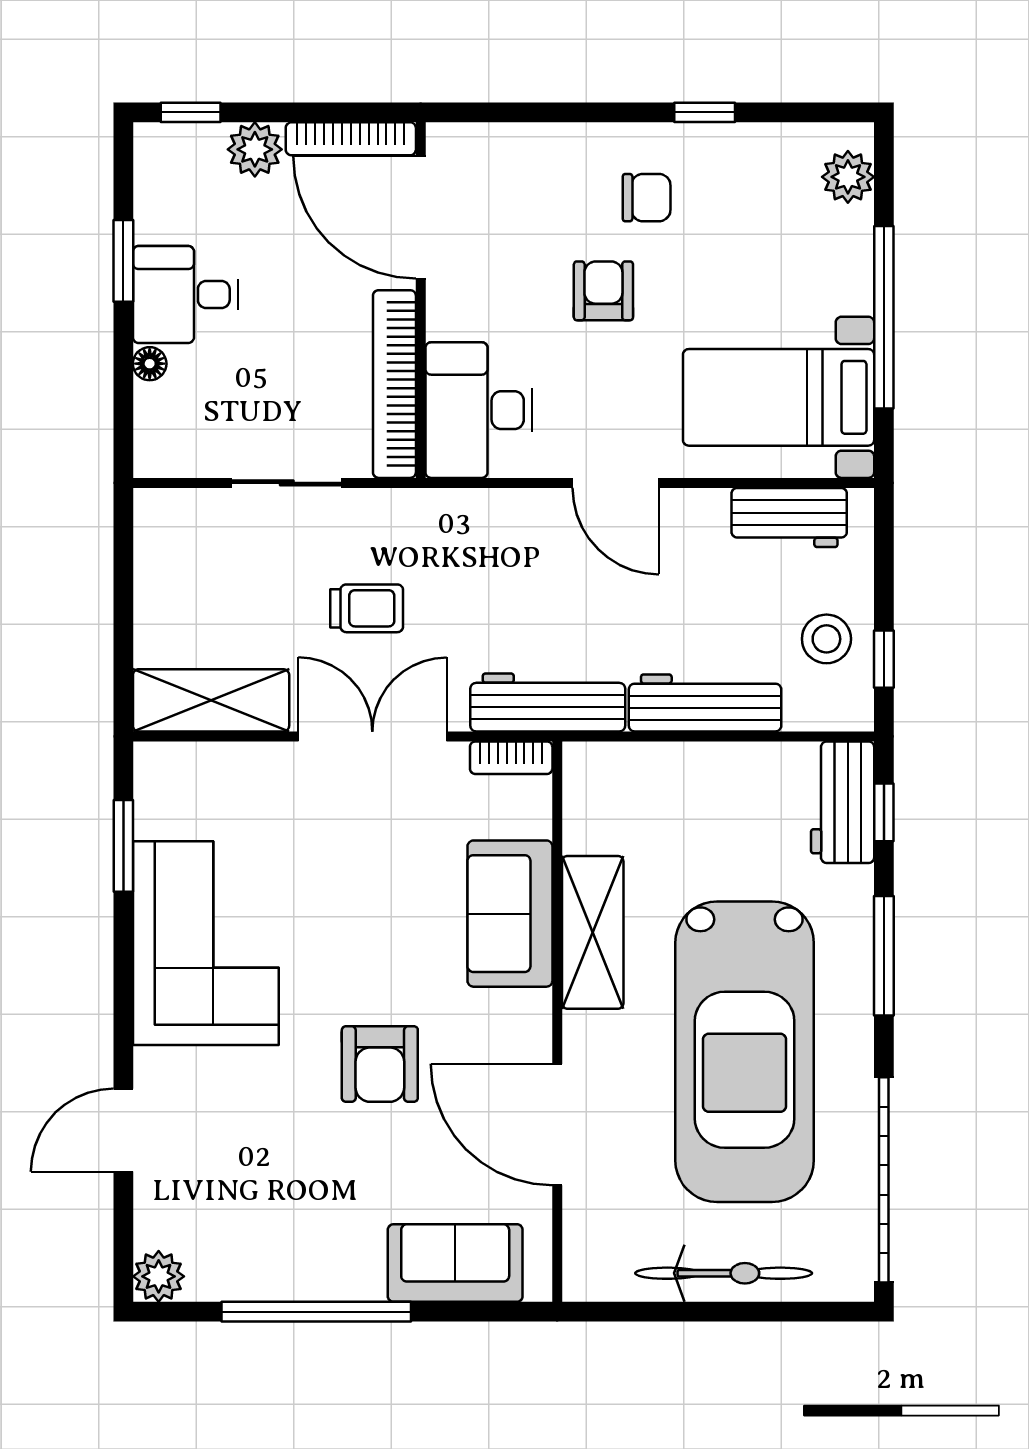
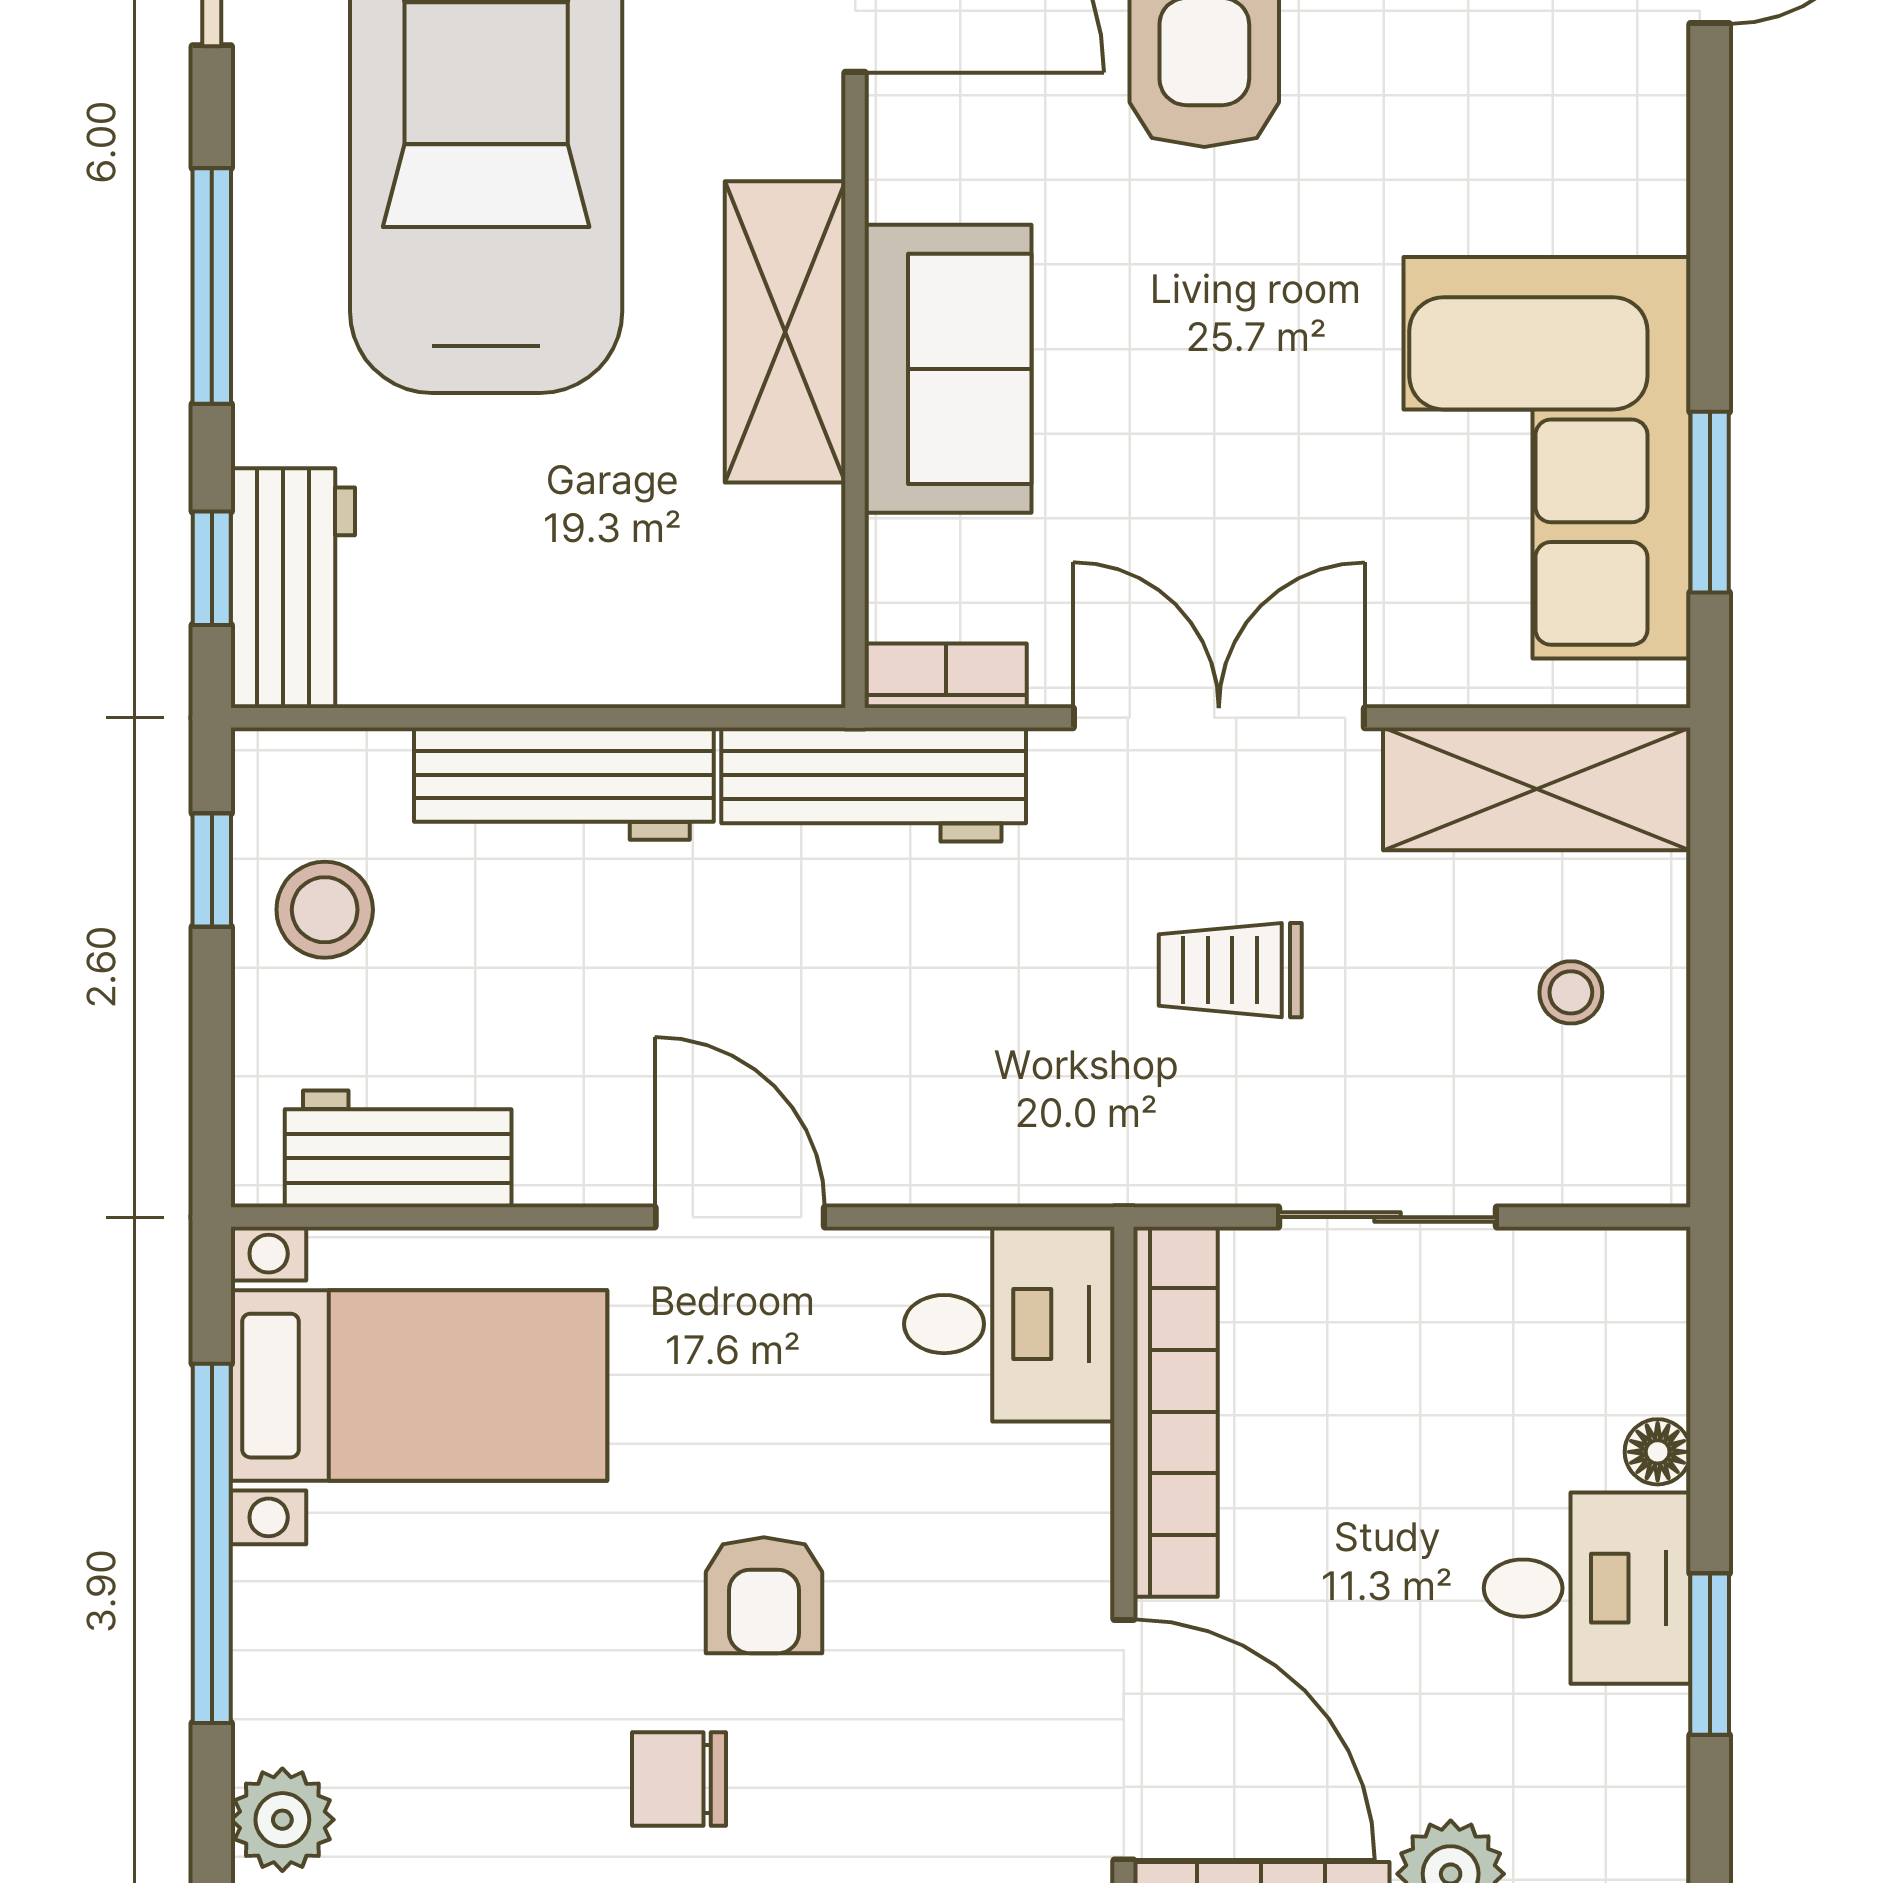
desk: (479, 410) -> (1009, 1324), width x0.73
stool: (194, 597) -> (1571, 992), added
double door: (372, 736) -> (1219, 718), swing flipped
corner sofa: (206, 943) -> (1547, 458), moved

